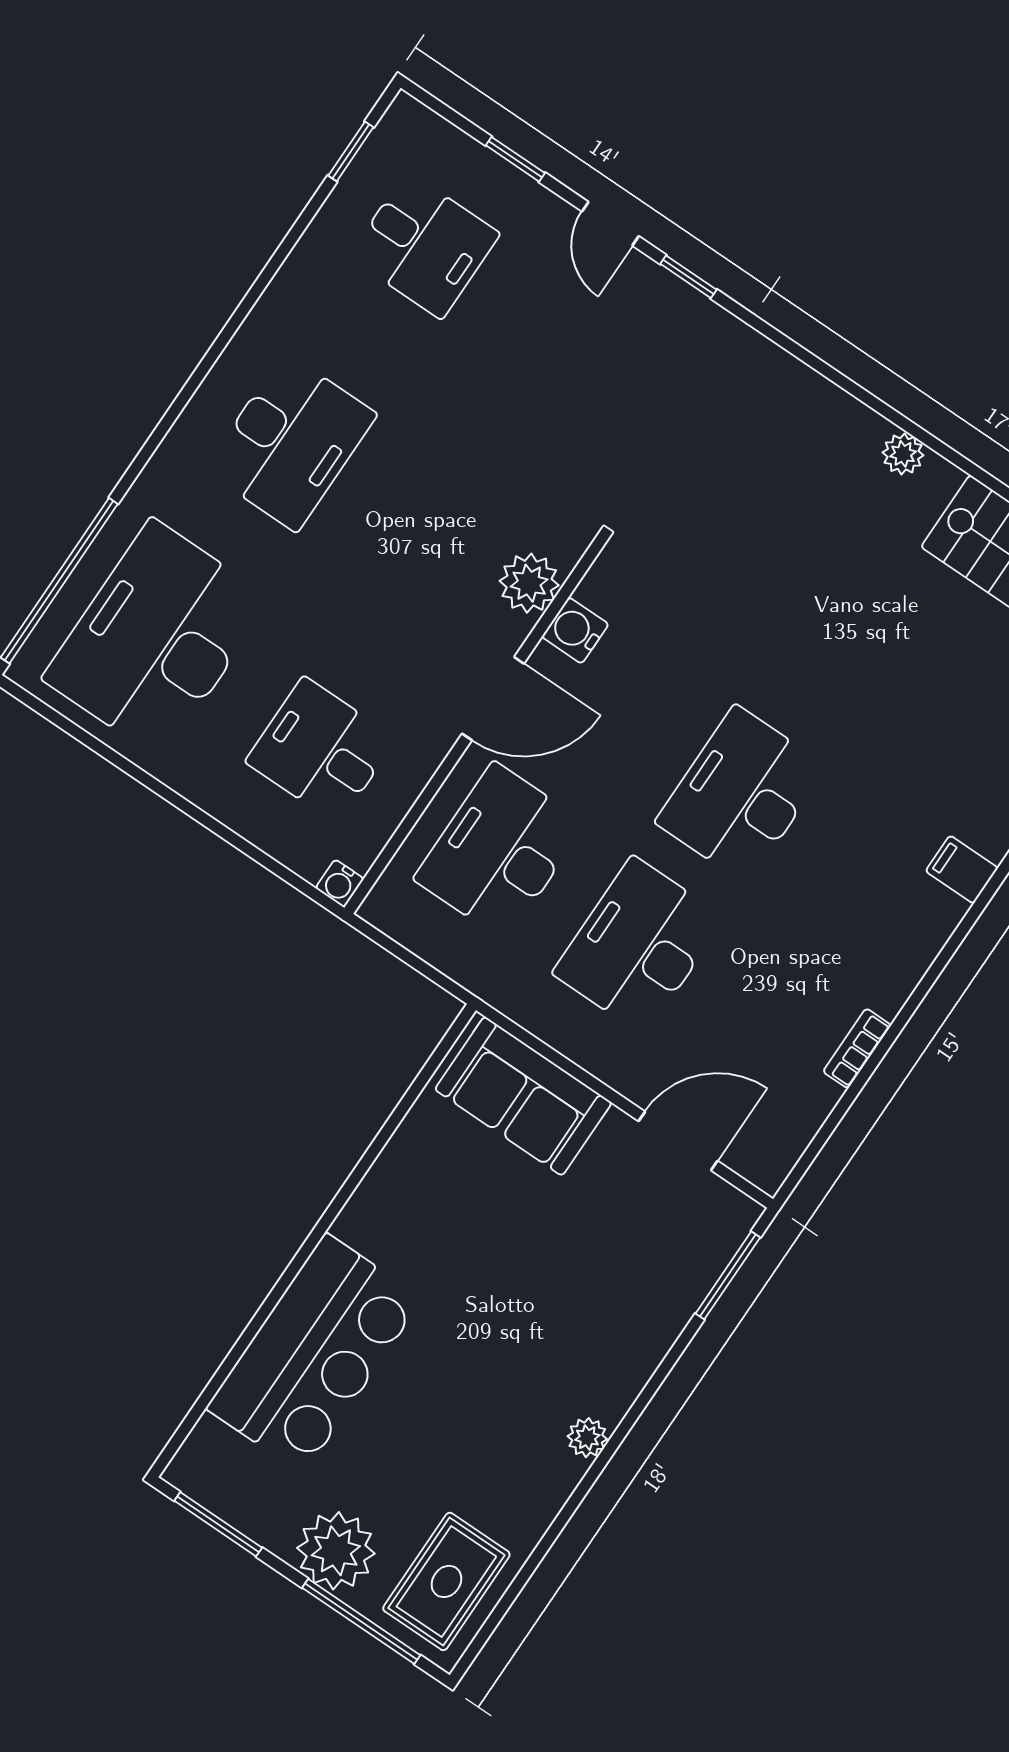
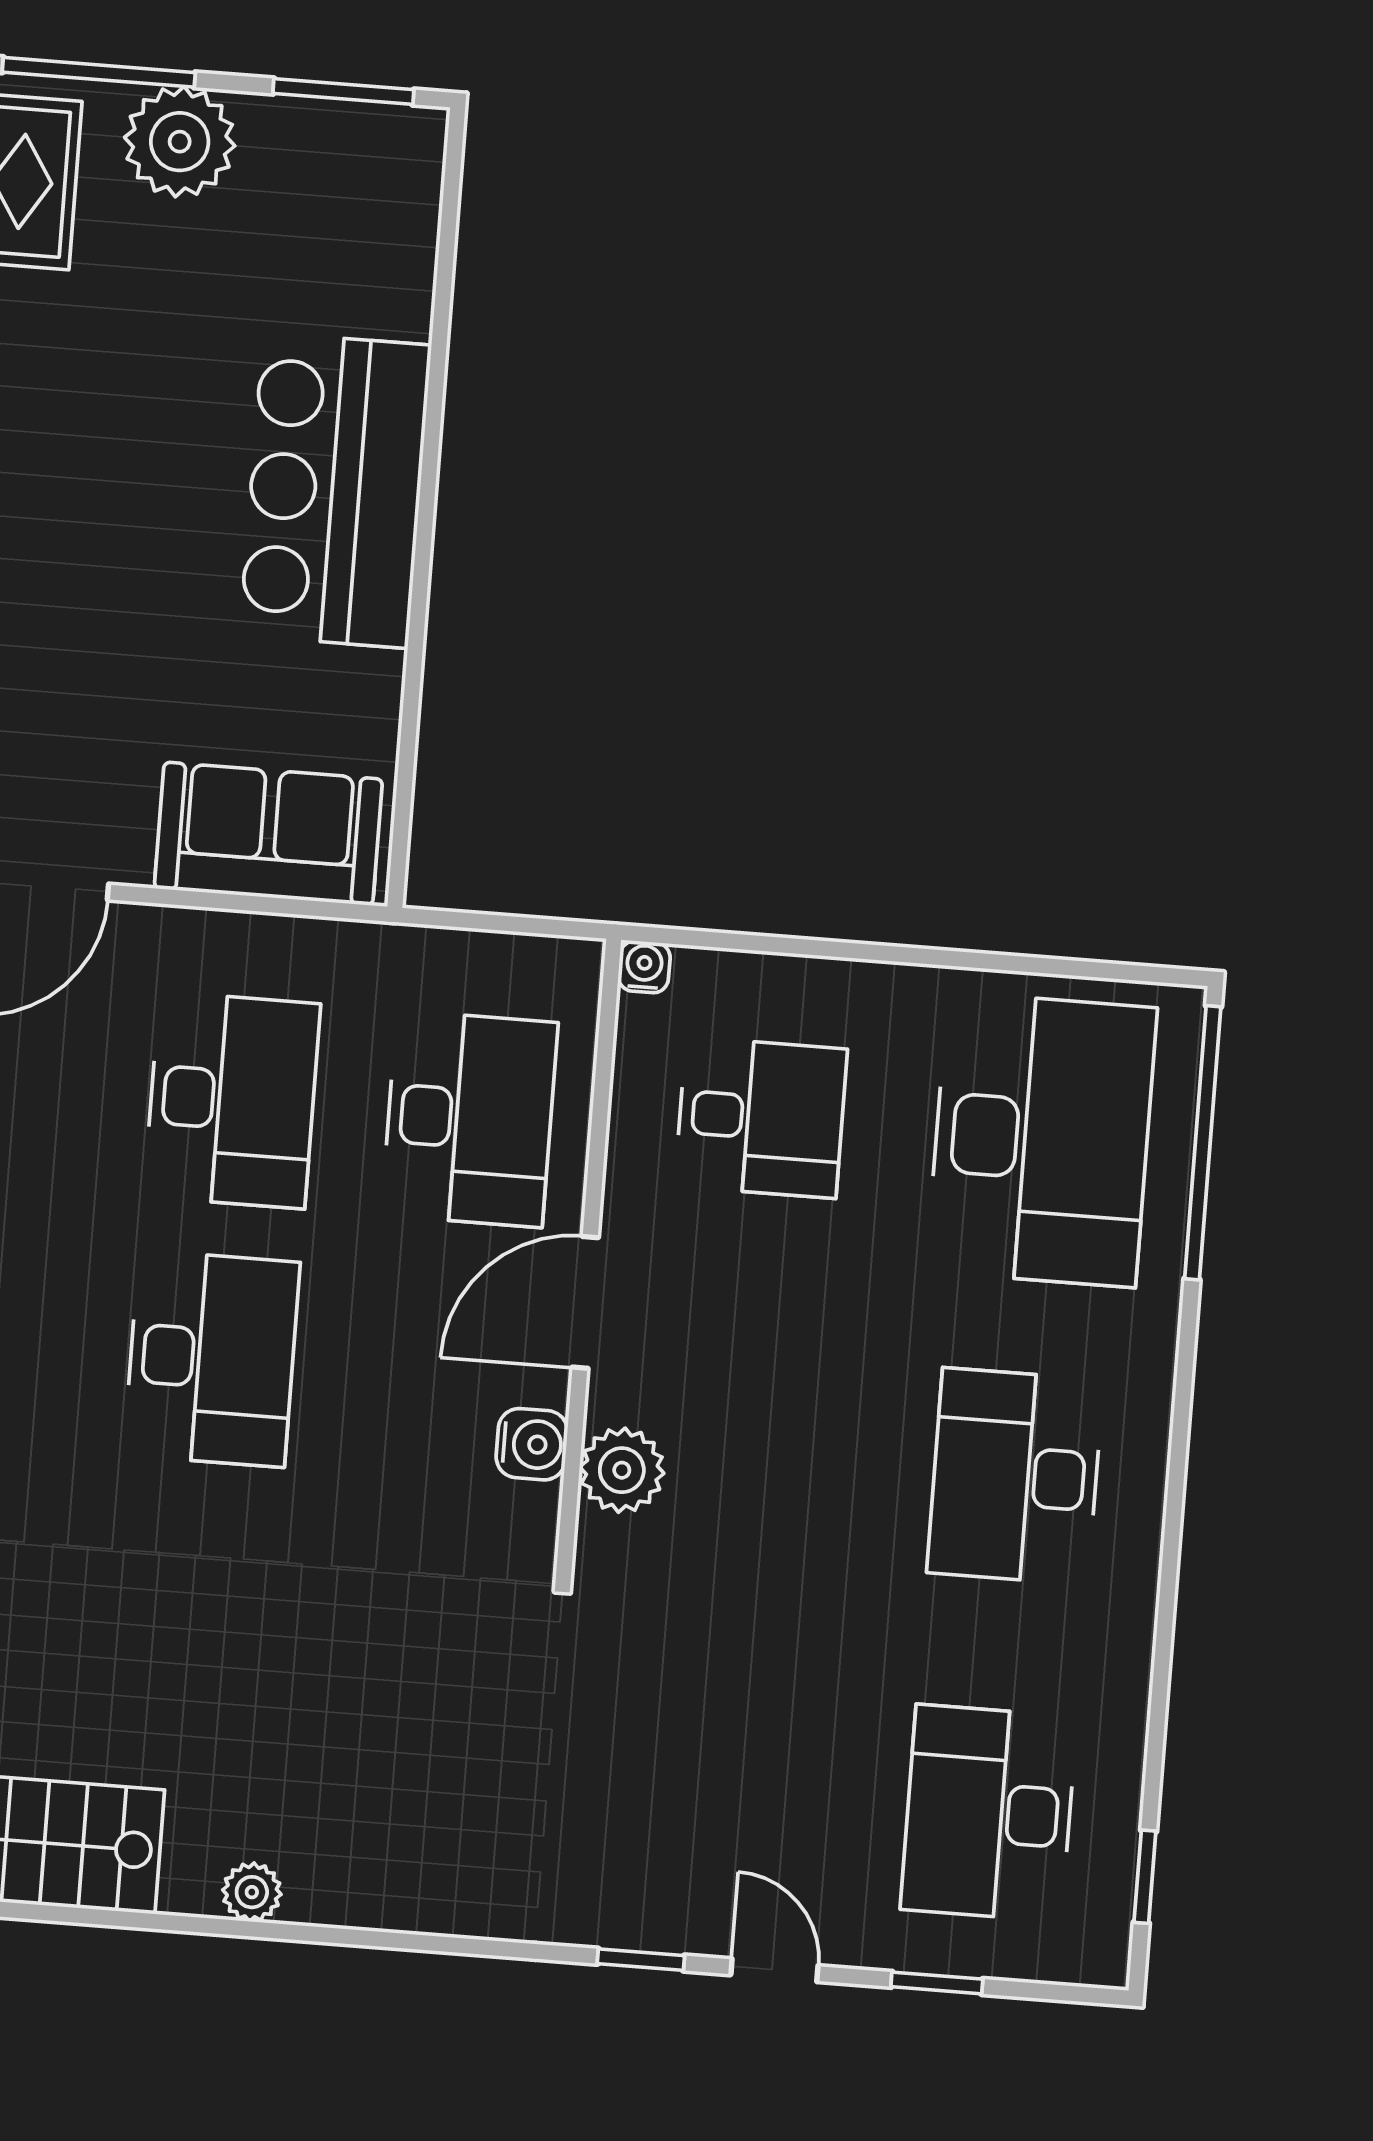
desk: (424, 245) -> (989, 1813), width x1.37
bar counter: (314, 1353) -> (336, 490), moved

